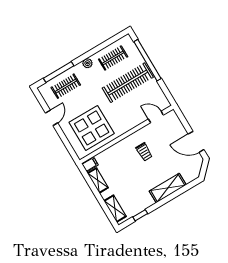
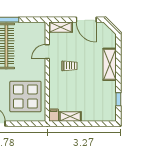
door: (156, 117) -> (47, 52), moved
door: (196, 142) -> (86, 20), hinge flipped
shelving: (115, 209) -> (61, 27), moved

